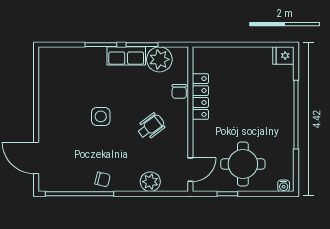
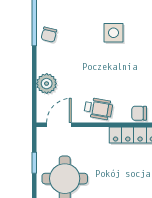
wheelchair: (151, 126) -> (98, 109), moved, turned -43
door: (190, 170) -> (59, 125), swing flipped

